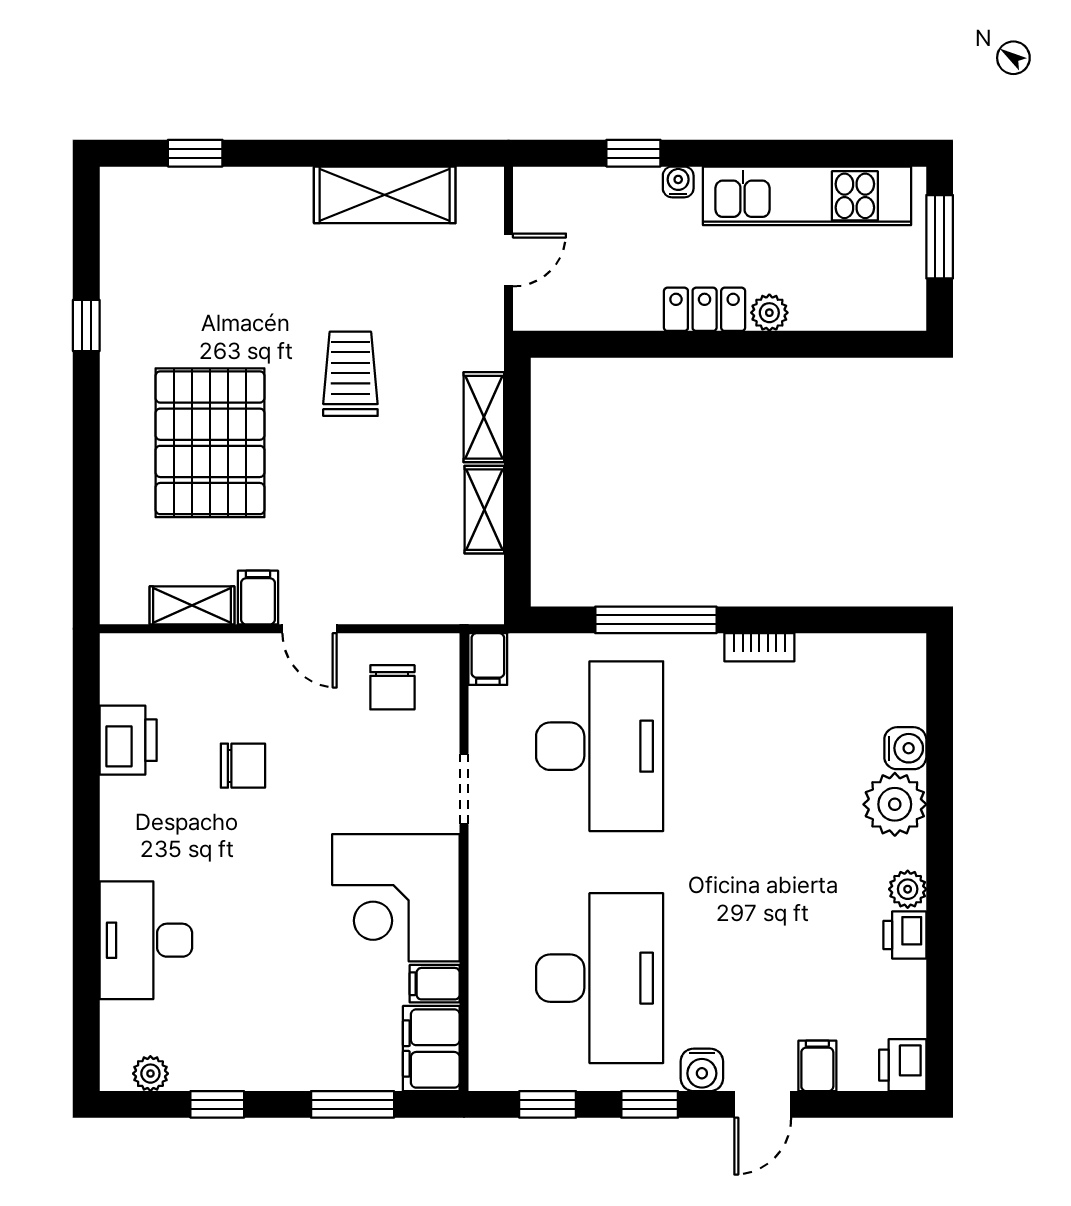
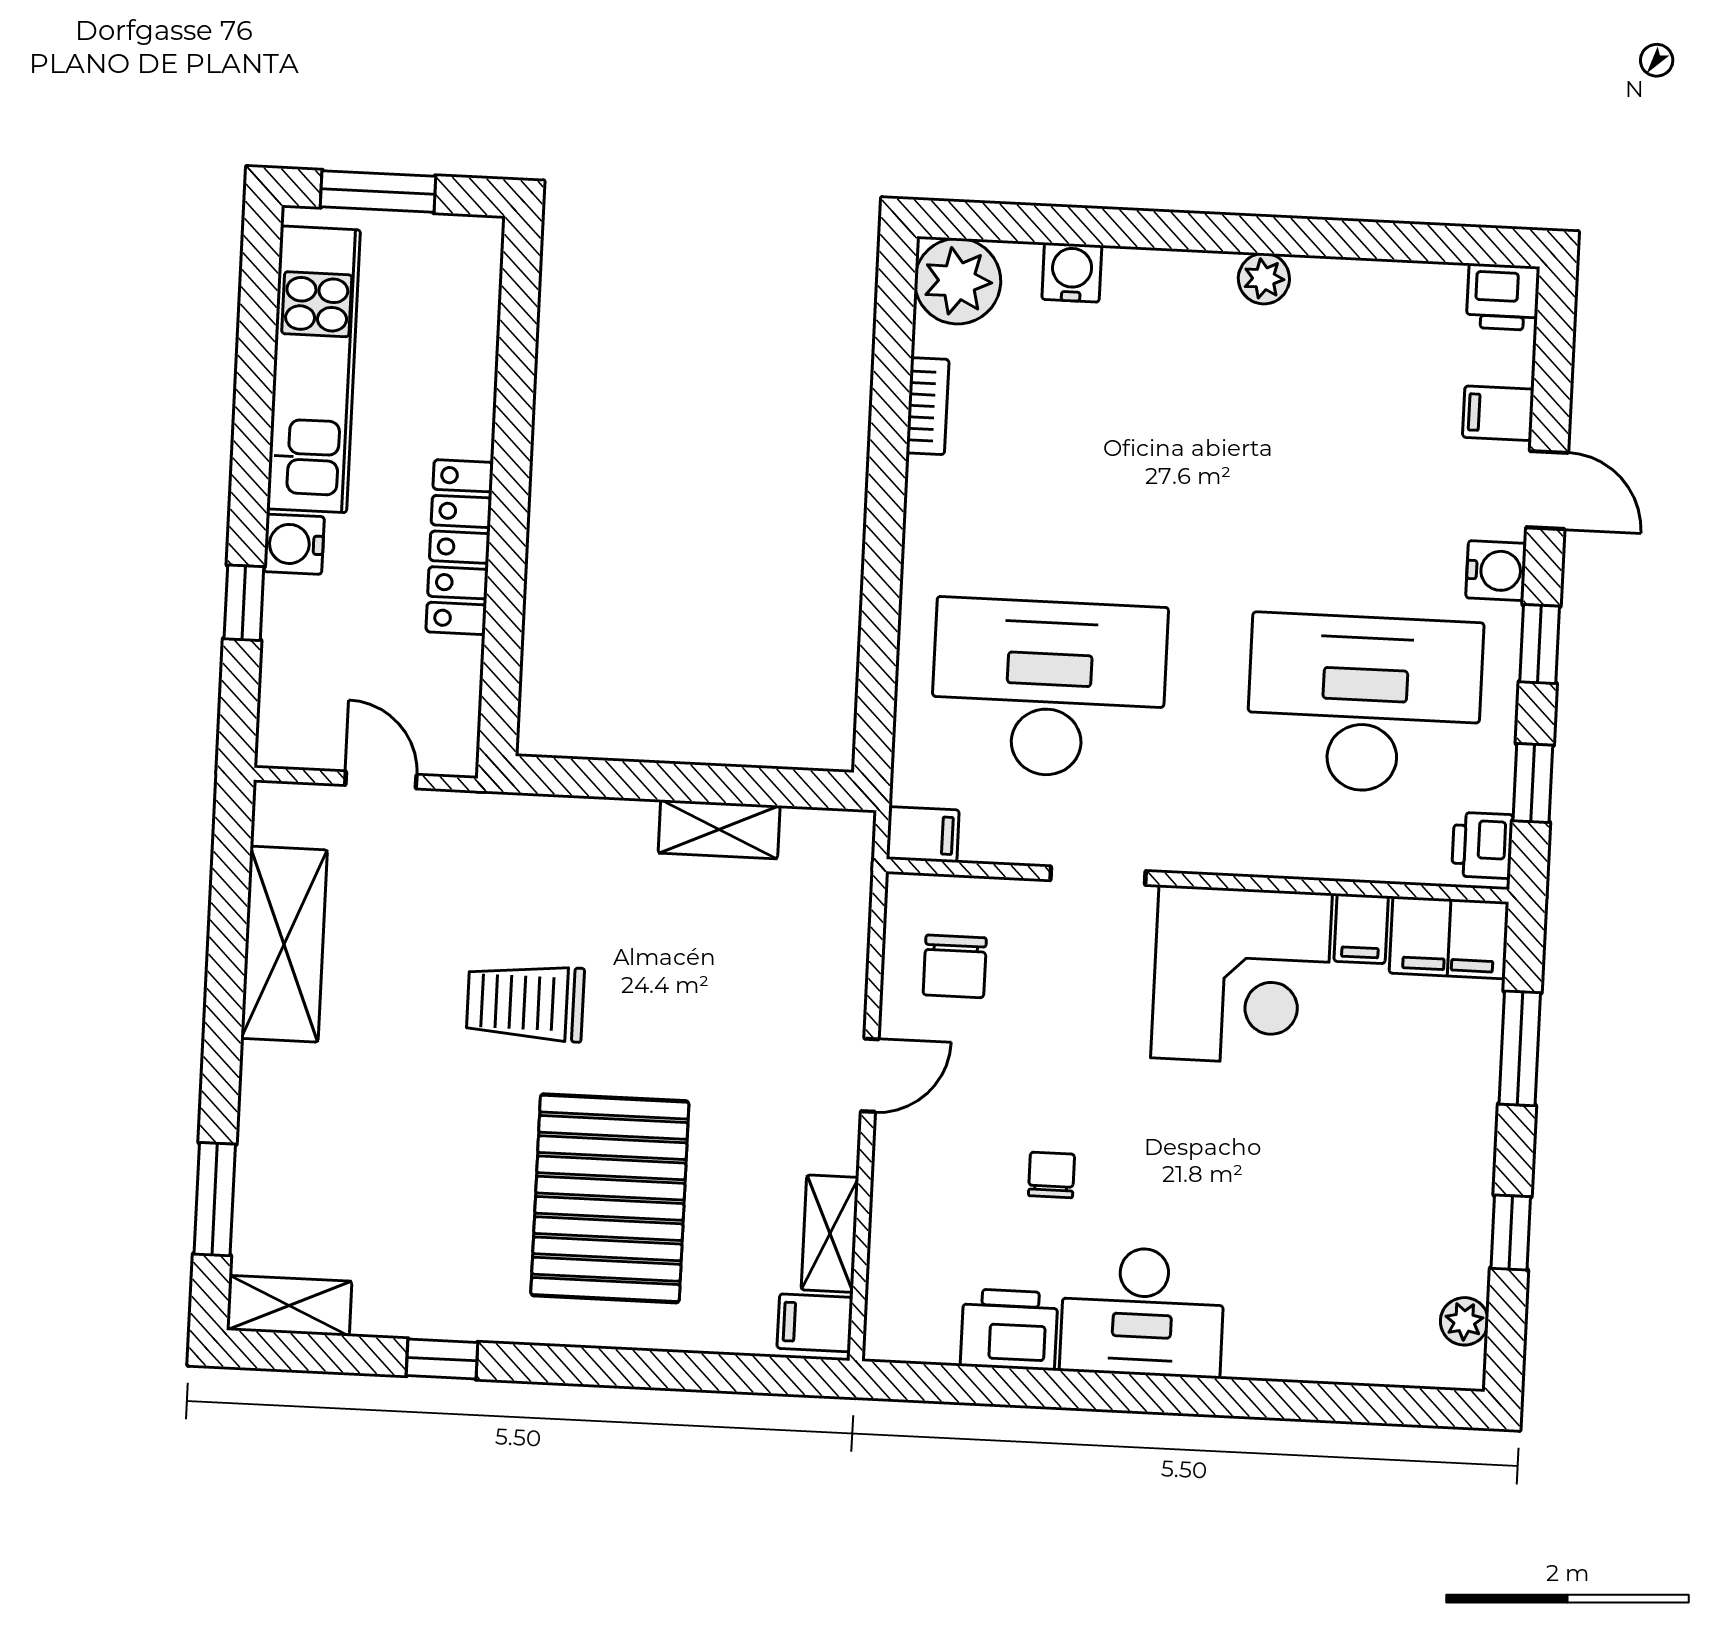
window: (195, 153) -> (215, 1199), width x1.50
water cooler: (678, 182) -> (294, 544), width x1.38, depth x1.38
locker: (705, 309) -> (460, 547), width x1.53
plant: (769, 313) -> (470, 428), removed
shelving: (484, 417) -> (289, 1306), moved
pallet: (210, 443) -> (610, 1198), turned 90
filing cabinet: (258, 598) -> (815, 1323), moved
window: (656, 620) -> (881, 603), removed
bookcase: (759, 647) -> (928, 406), moved
chair: (392, 687) -> (955, 966), turned 90
chair: (243, 766) -> (1051, 1175), width x0.73, depth x0.73
plant: (895, 804) -> (958, 281), moved
printer: (905, 935) -> (1482, 845), moved, turned 90
desk: (146, 940) -> (1142, 1312), moved

